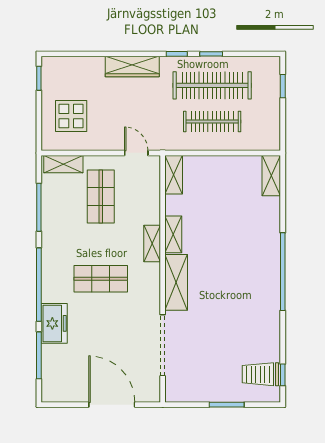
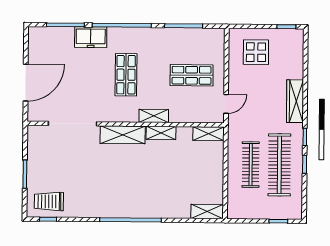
shelving: (63, 164) -> (218, 46), removed
trolley: (260, 374) -> (49, 201), turned -90

